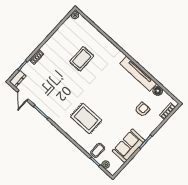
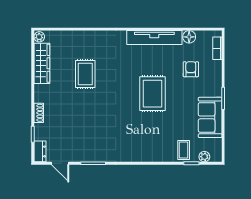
wardrobe: (63, 31) -> (42, 63), added
rug: (86, 118) -> (153, 94), moved, turned 90

